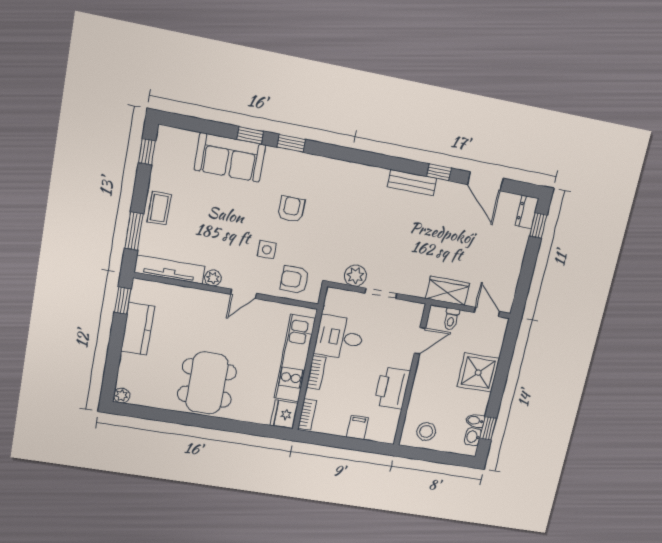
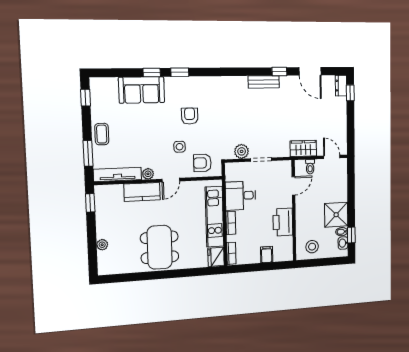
kitchen counter: (138, 329) -> (142, 192), moved, turned 90
shower: (478, 373) -> (336, 215), moved
plant: (122, 396) -> (102, 245), moved

